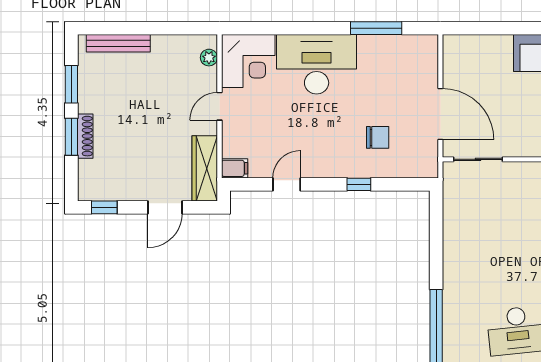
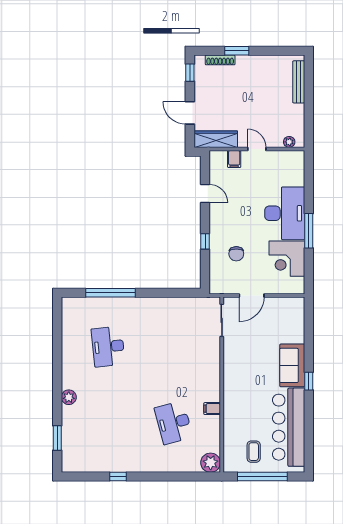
window: (376, 28) -> (309, 231), moved
corner desk: (248, 61) -> (287, 259), moved
window: (71, 84) -> (272, 51), removed
door: (440, 114) -> (252, 295), width x0.73
shoe rack: (85, 136) -> (220, 60), moved
filing cabinet: (235, 168) -> (234, 159), moved

